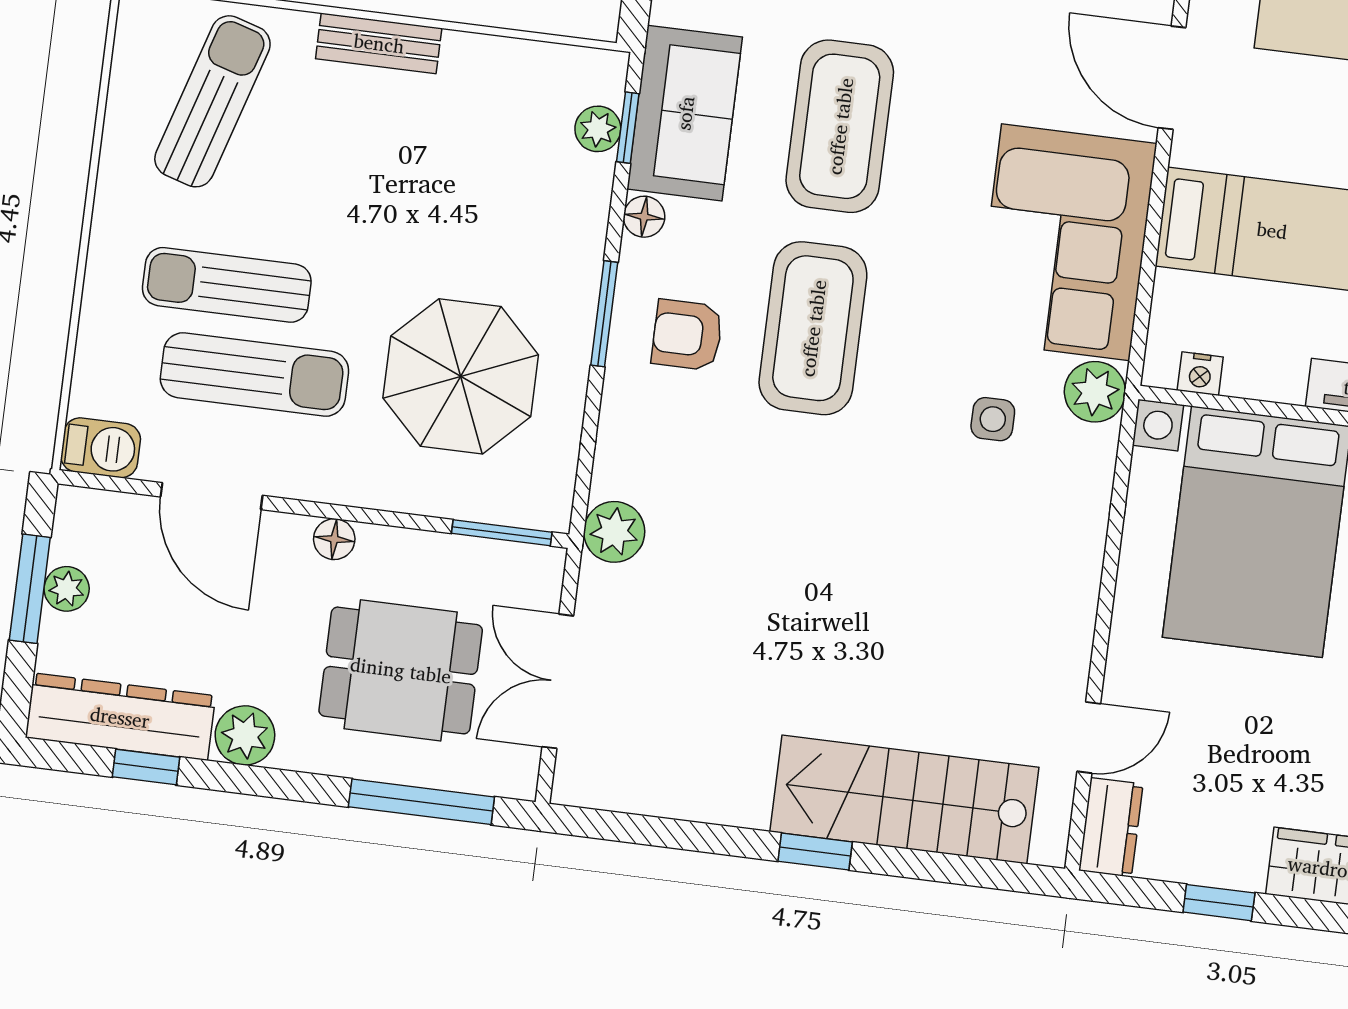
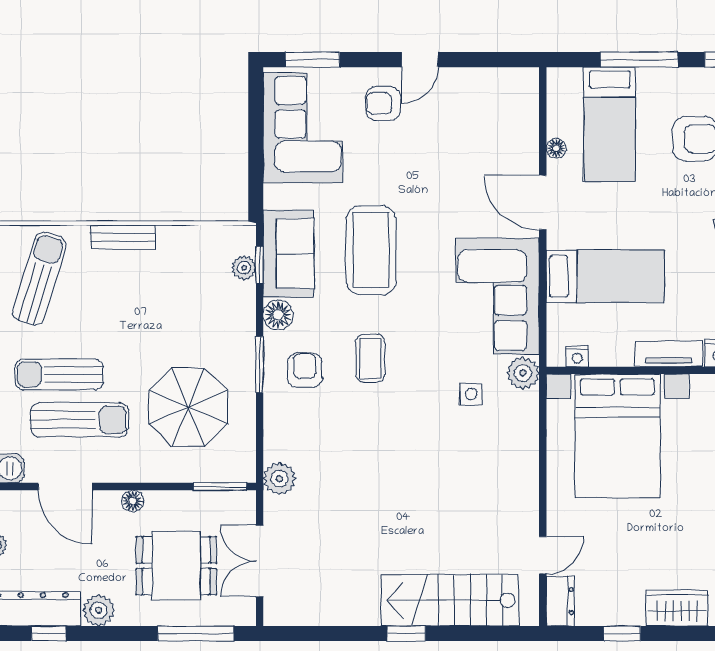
floor lamp: (644, 217) -> (278, 315), width x1.37, depth x1.37
coffee table: (813, 328) -> (370, 358), width x0.54, depth x0.58
armchair: (687, 335) -> (305, 370), turned 90

